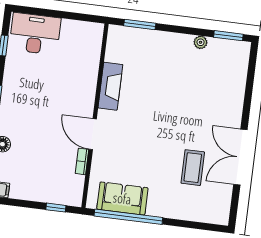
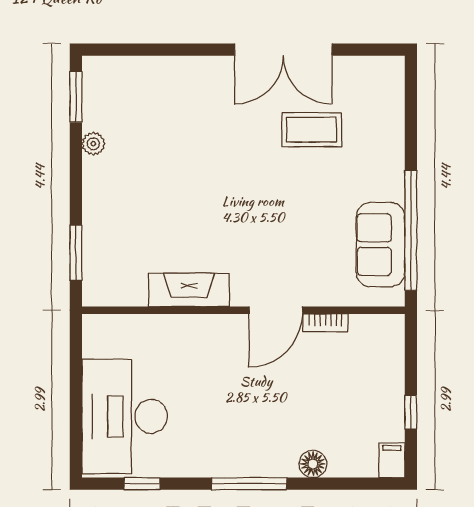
desk: (35, 34) -> (125, 416), width x1.36, depth x1.30
window: (56, 208) -> (411, 412), moved

